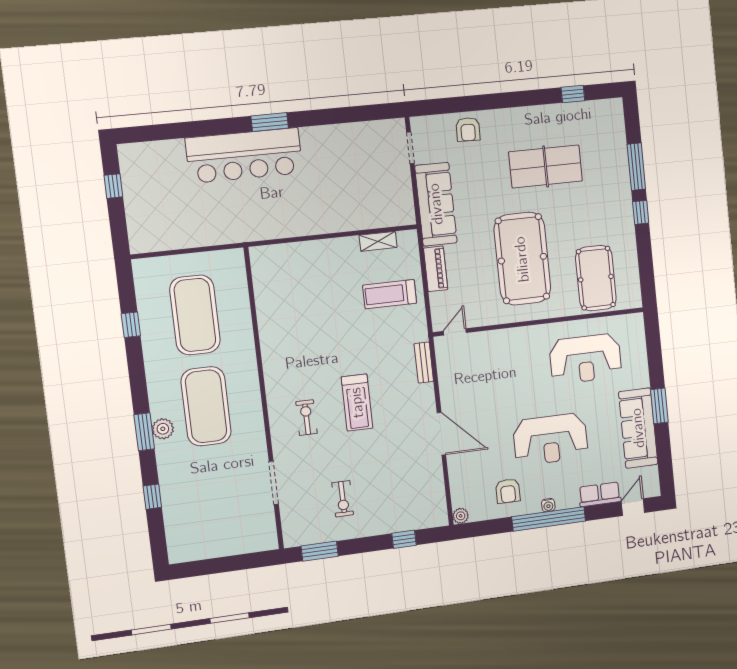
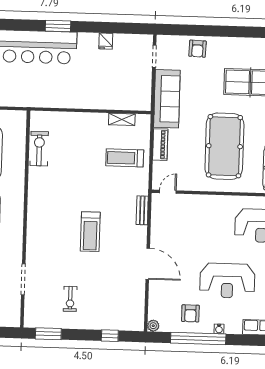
fridge: (340, 135) -> (106, 41), added
exercise bike: (306, 418) -> (39, 149), moved, width x1.38, depth x1.39
window: (549, 519) -> (198, 338), moved

